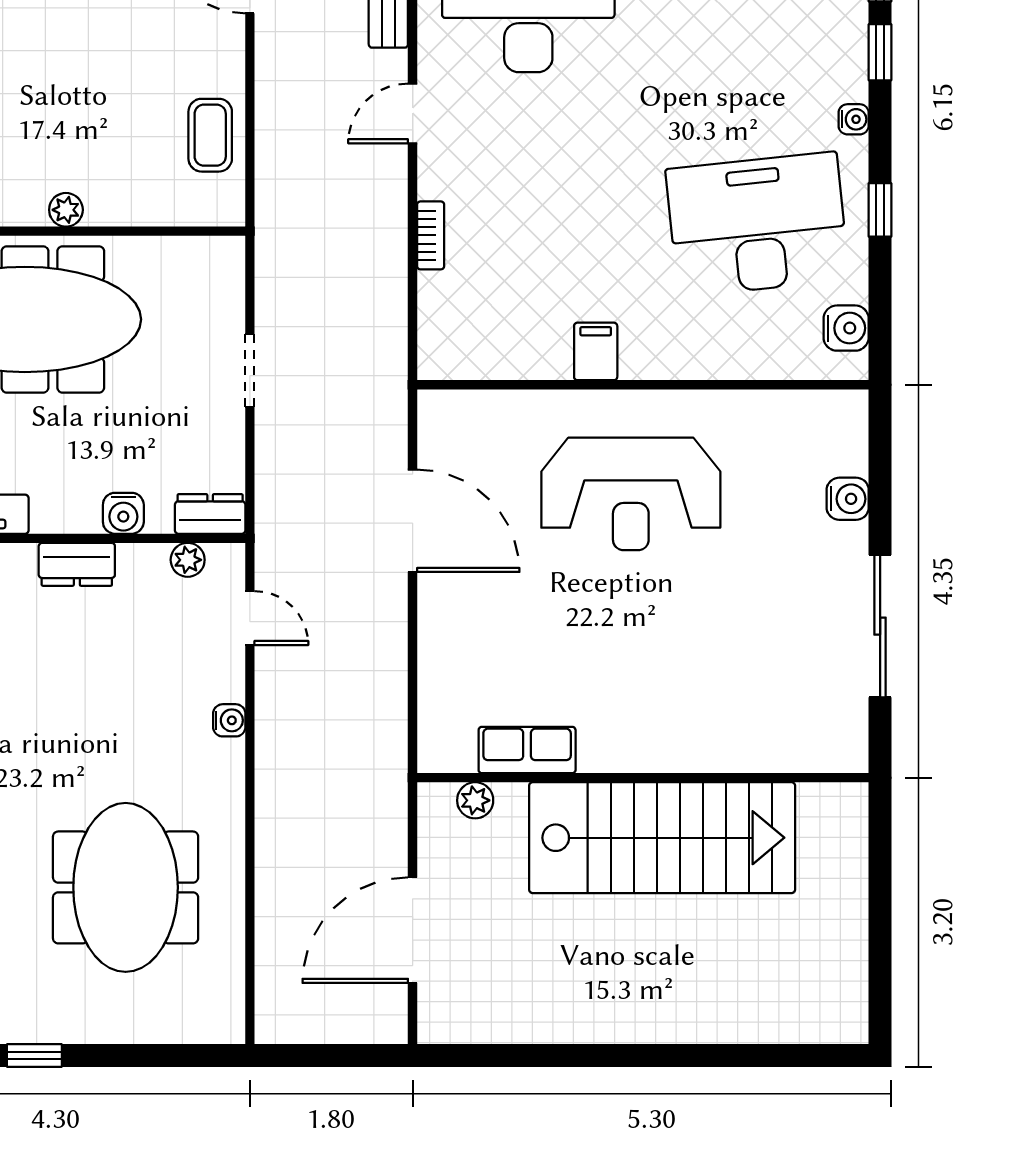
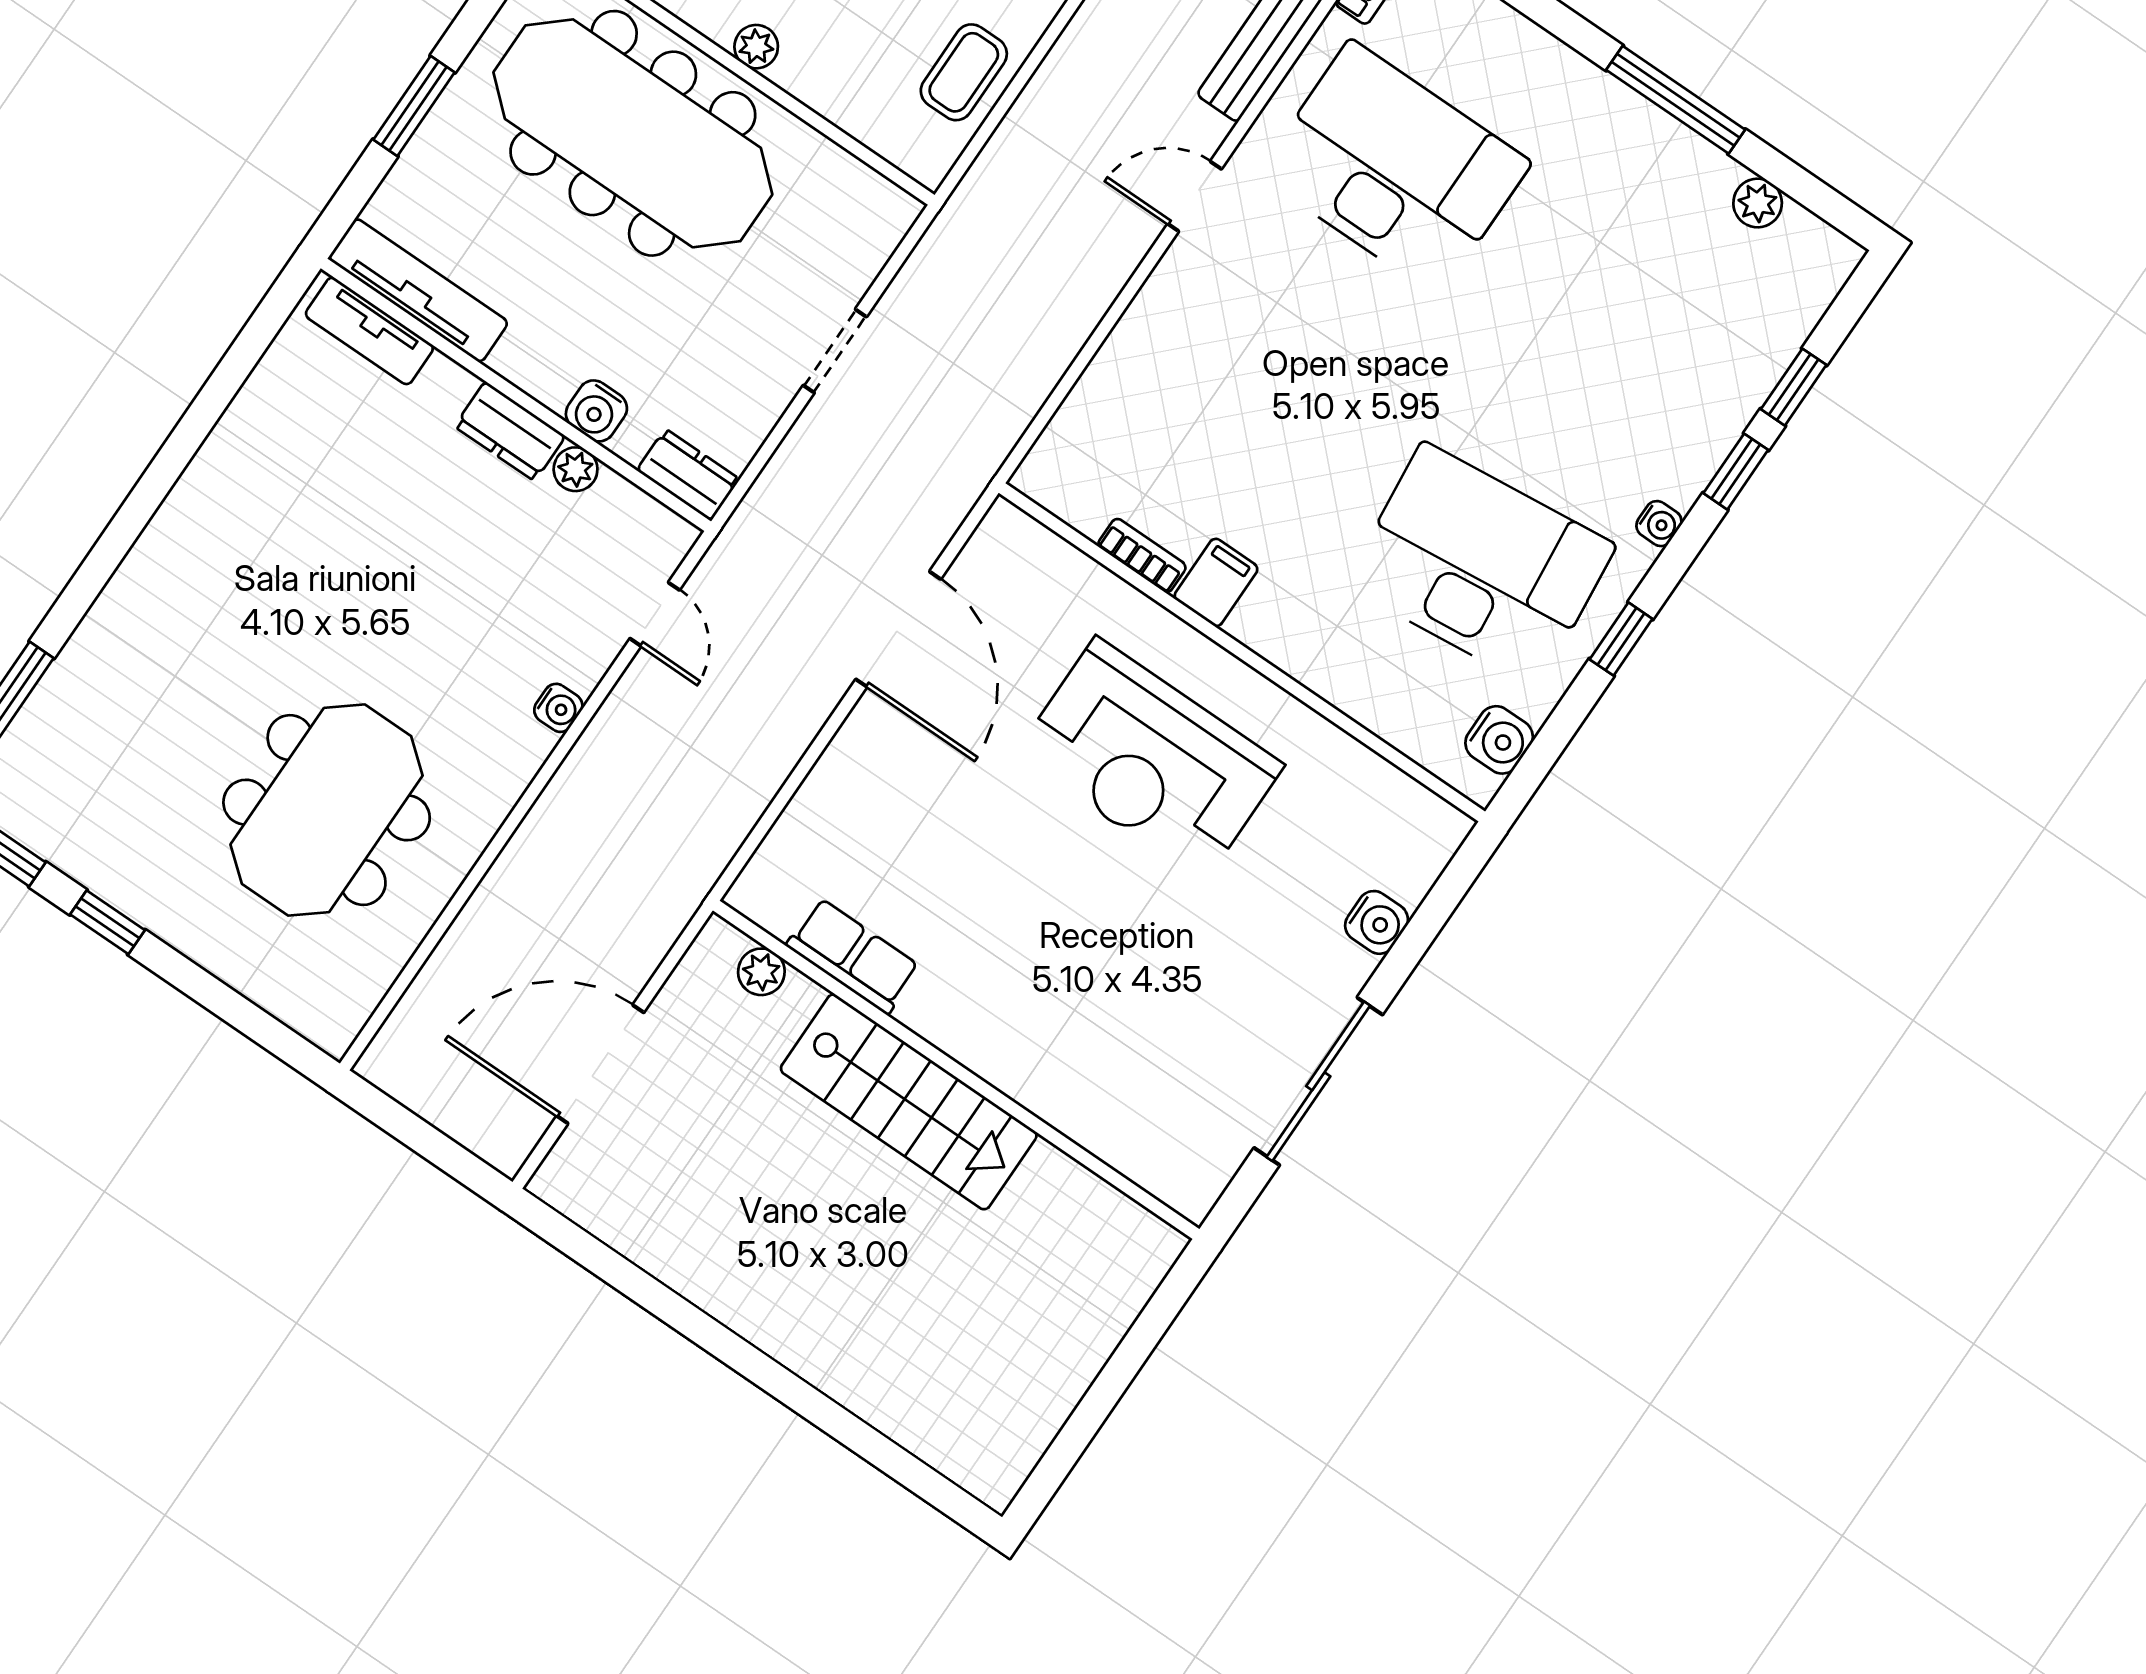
bookcase: (431, 235) -> (1142, 556), moved, turned -90
plant: (188, 560) -> (576, 469), moved
stairs: (662, 838) -> (909, 1102), width x0.73, depth x0.66

